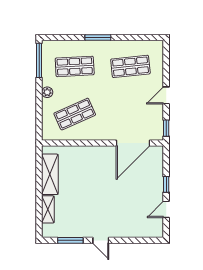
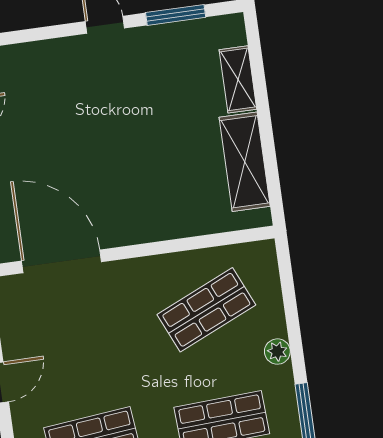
door: (133, 143) -> (62, 261), hinge flipped

